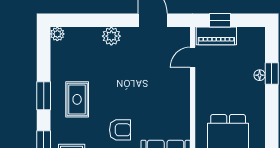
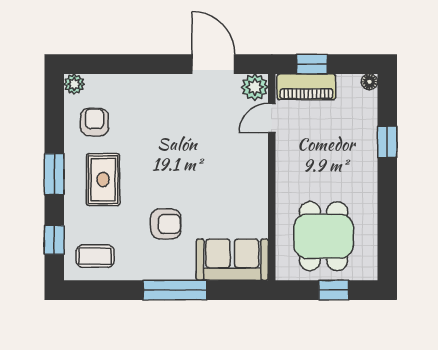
plant: (111, 36) -> (255, 87), moved
armchair: (71, 60) -> (95, 122), added
floor lamp: (260, 75) -> (369, 82), moved

